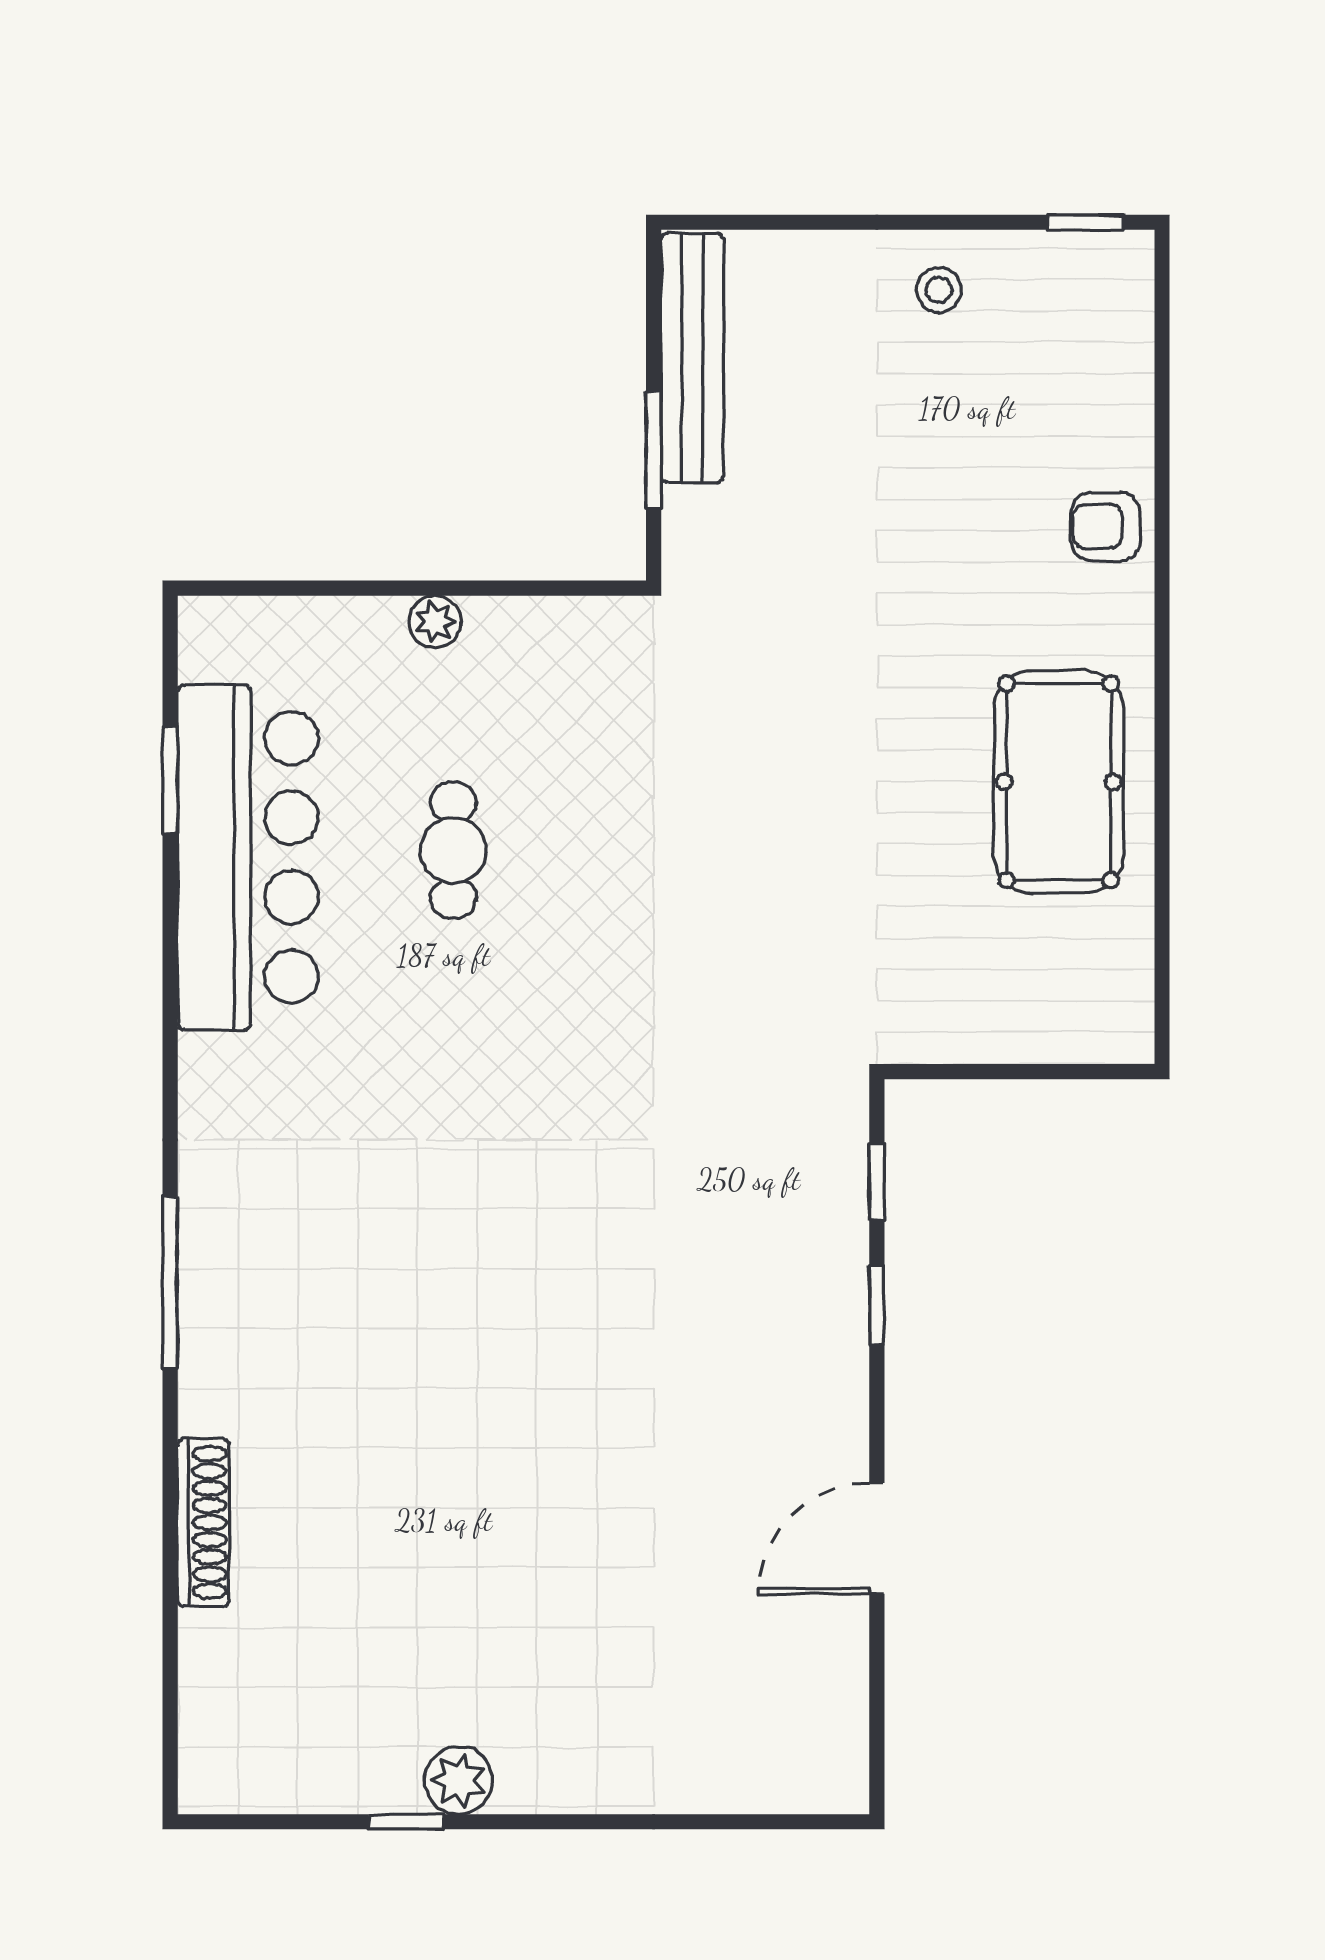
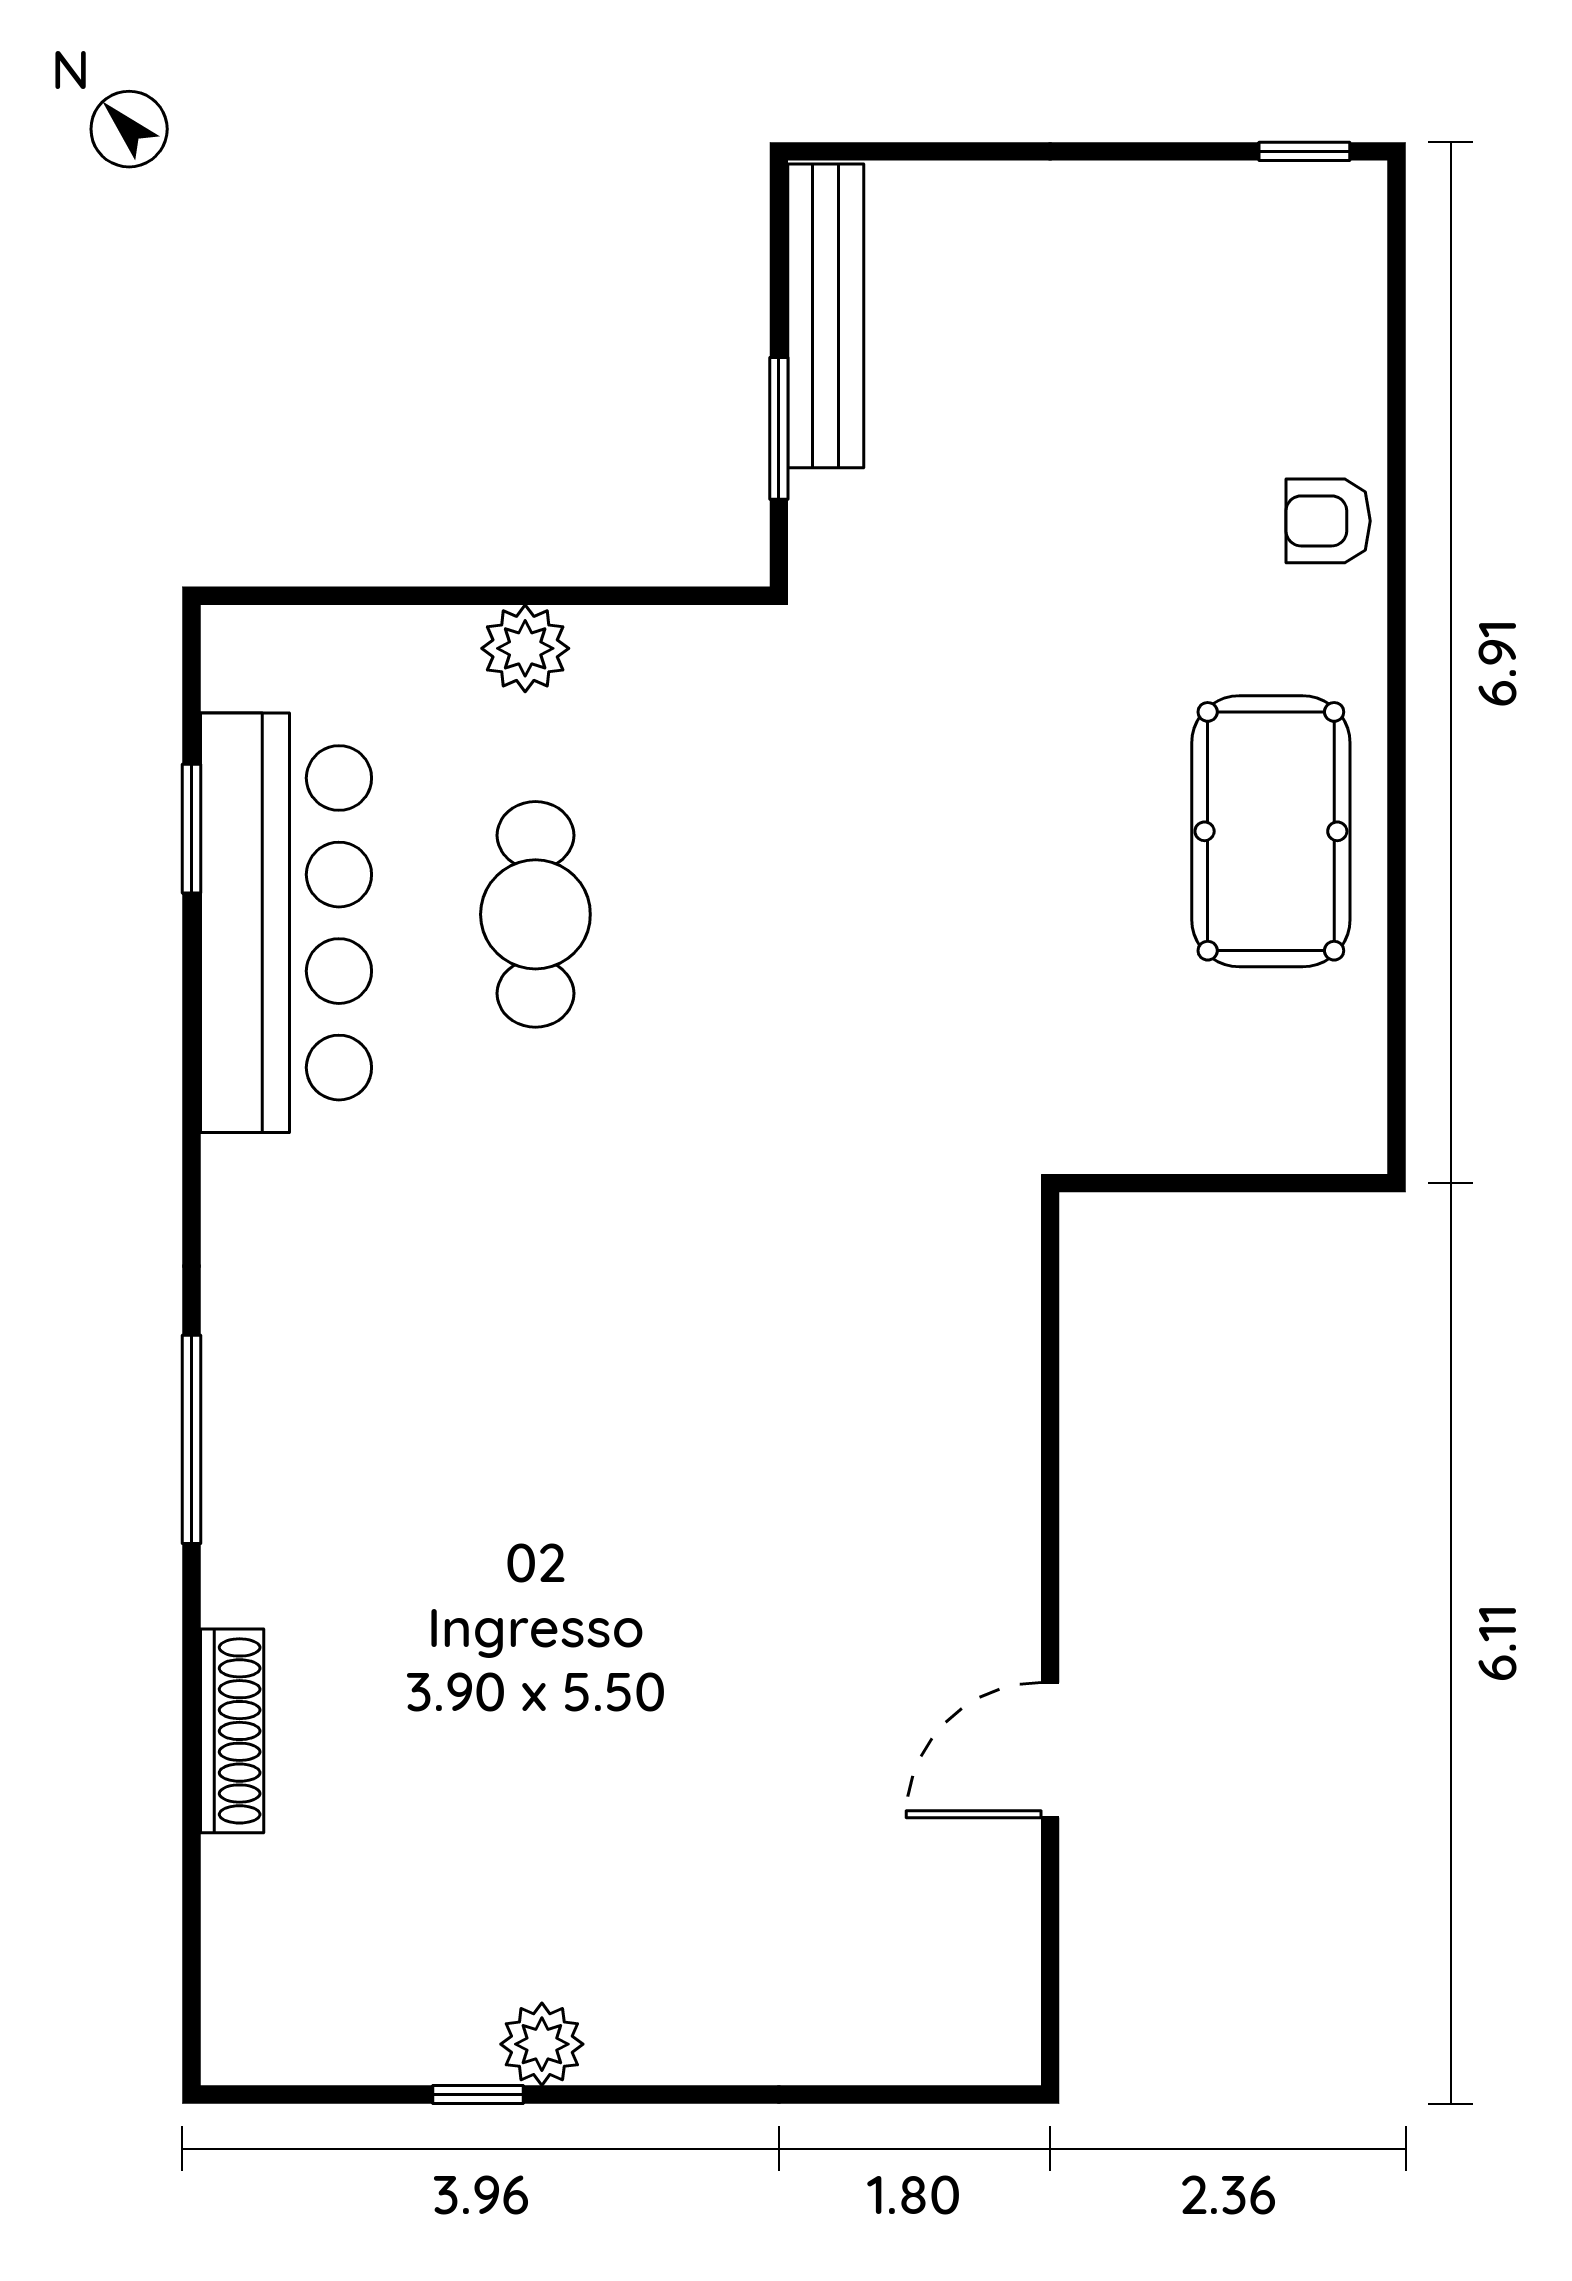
stool: (939, 290) -> (1125, 234), removed
plant: (435, 622) -> (525, 648), width x1.38, depth x1.38
cafe table: (453, 850) -> (535, 914), width x1.37, depth x1.35
window: (877, 1182) -> (1050, 1318), removed
window: (877, 1305) -> (1050, 1467), removed

